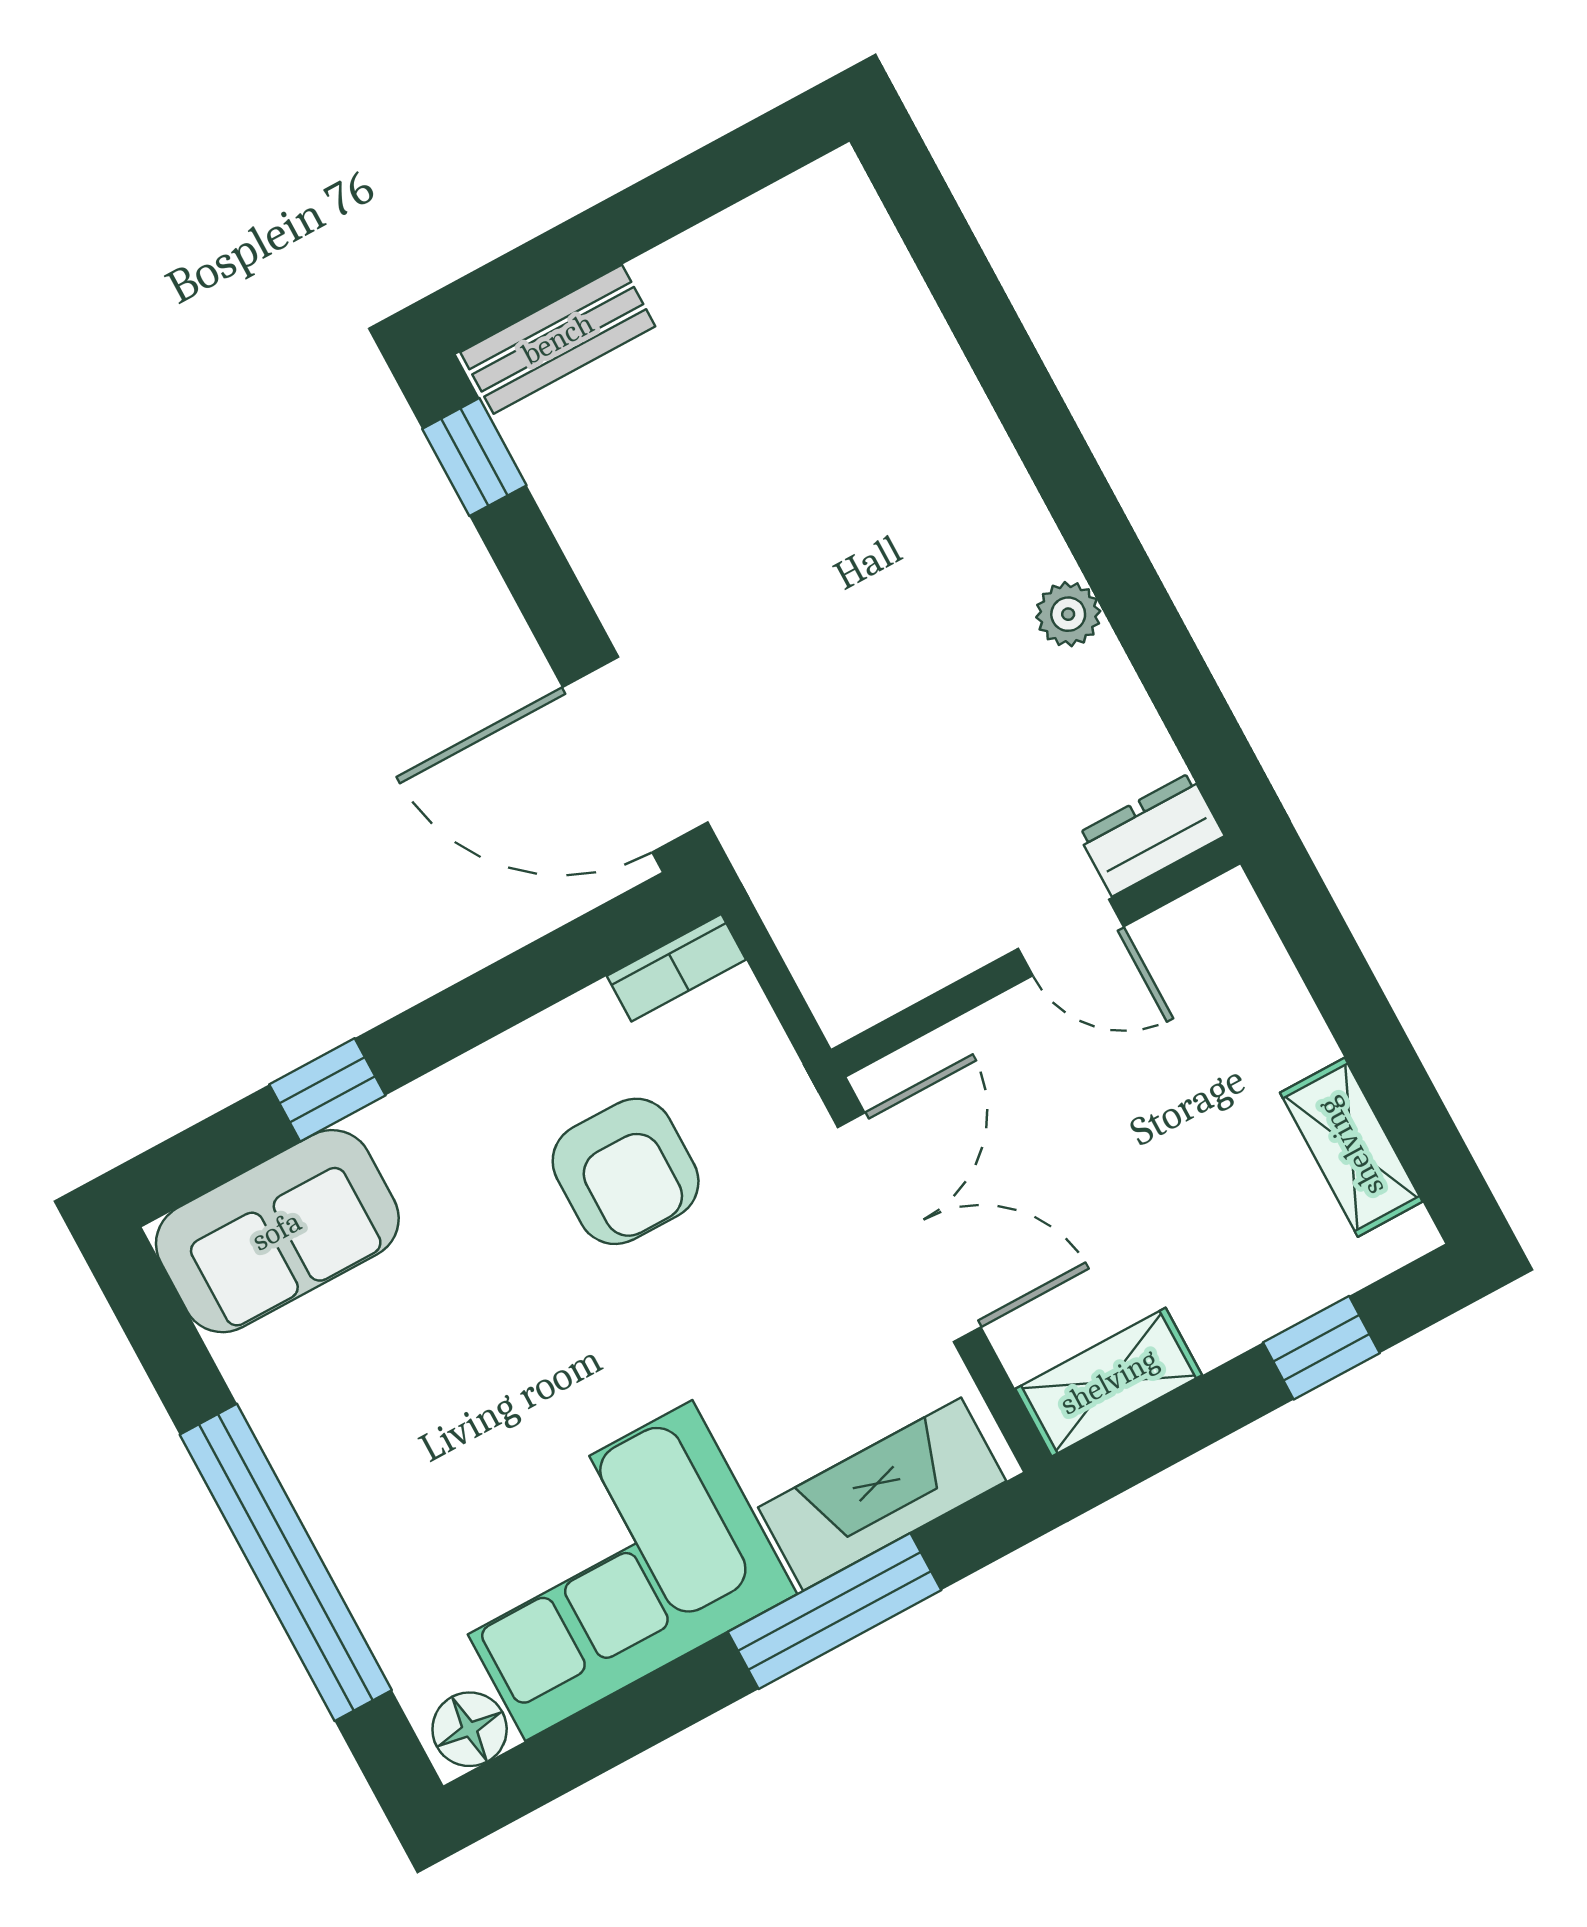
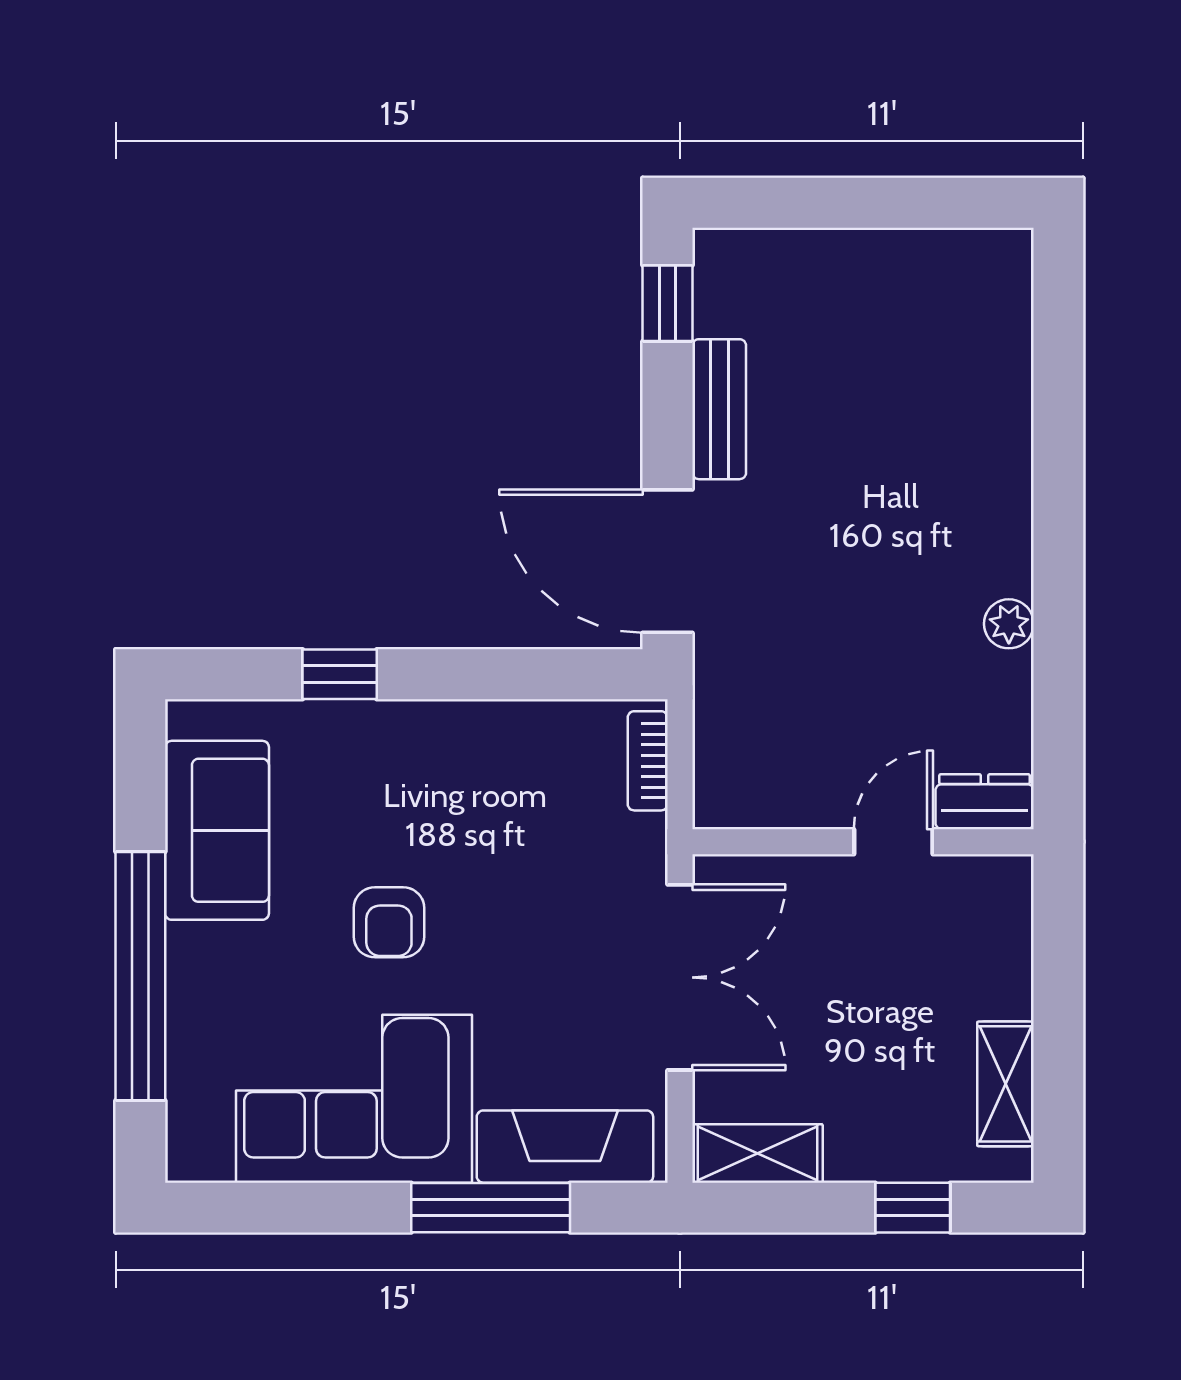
bench: (558, 339) -> (719, 409), moved, turned 90
door: (1071, 938) -> (893, 842), swing flipped
bookcase: (676, 968) -> (648, 761), moved, turned 90
armchair: (626, 1171) -> (389, 922), moved, width x0.72, depth x0.72
sofa: (277, 1231) -> (217, 830), moved, turned -90
floor lamp: (470, 1729) -> (203, 1155), removed

